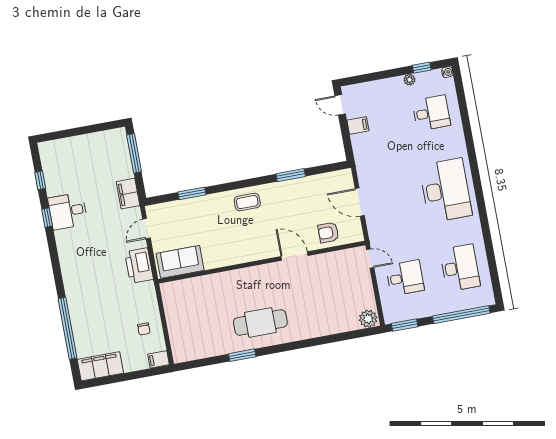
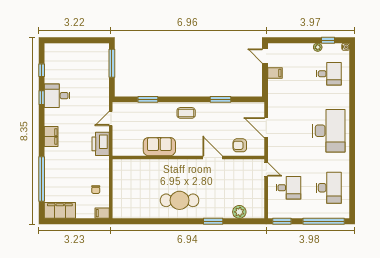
filing cabinet: (128, 194) -> (51, 136), moved, turned 180
sofa: (180, 262) -> (159, 147), moved
plant: (368, 319) -> (239, 212), moved
window: (242, 355) -> (213, 221), moved

